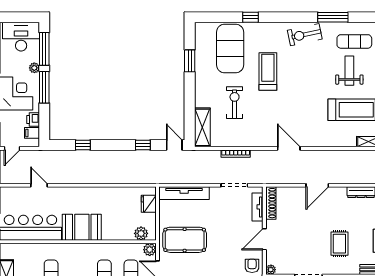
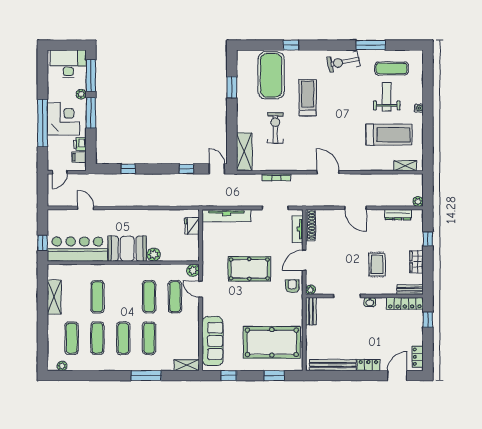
door: (317, 185) -> (356, 208), hinge flipped
plant: (141, 233) -> (154, 255), moved
pool table: (185, 240) -> (249, 269), moved

